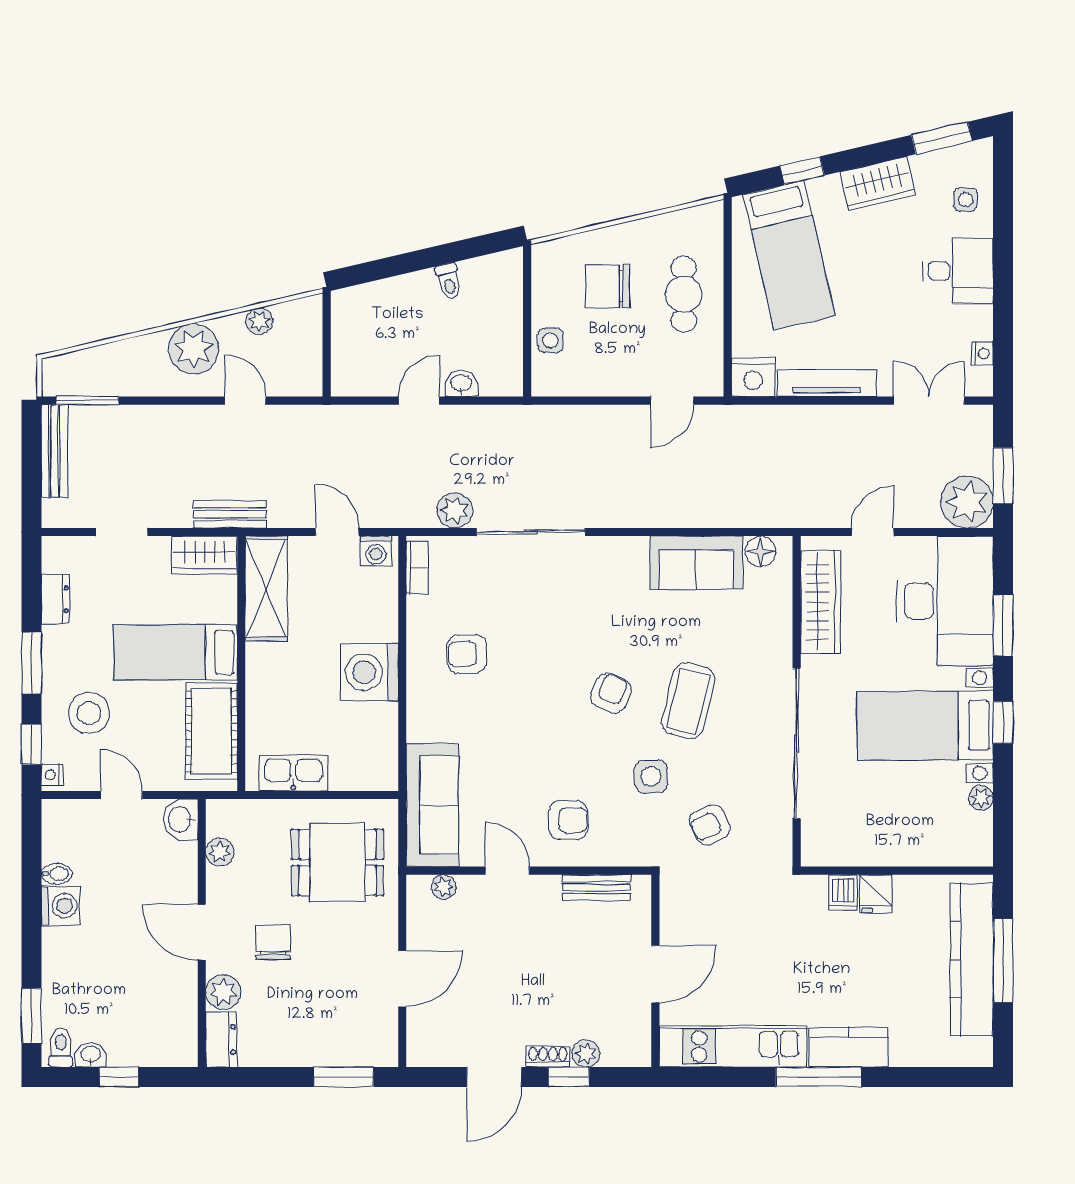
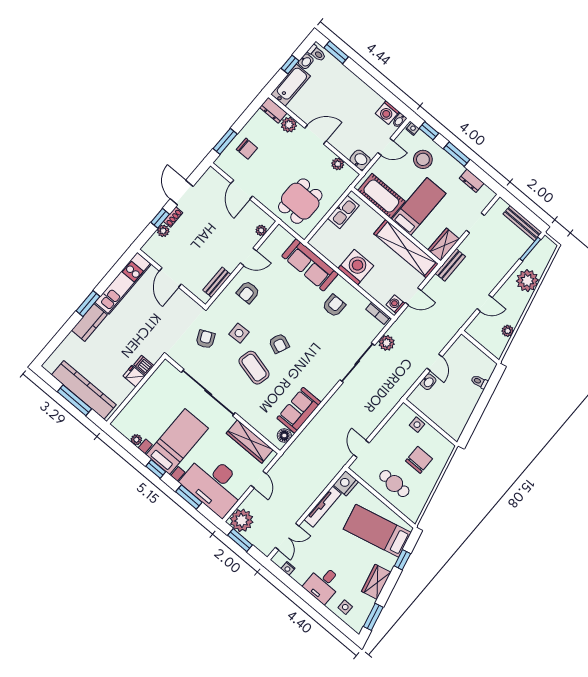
toilet: (449, 282) -> (479, 382), moved
plant: (194, 349) -> (527, 281), moved
shelving: (266, 588) -> (406, 249), width x1.47
sofa: (432, 805) -> (310, 265), moved
bidet: (57, 874) -> (399, 121), moved
washing machine: (61, 906) -> (387, 113), moved
chair: (273, 942) -> (247, 149), moved
bathtub: (153, 1046) -> (291, 85), added
window: (819, 1077) -> (88, 304), width x0.69

